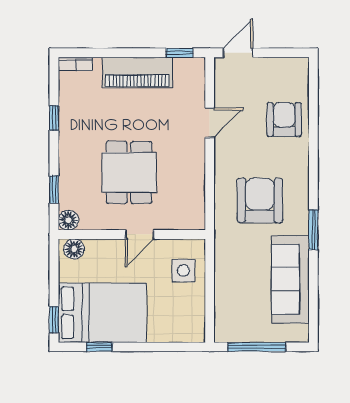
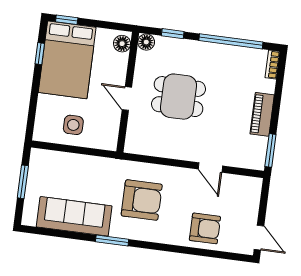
window: (179, 53) -> (270, 150), width x1.50
door: (238, 53) -> (259, 238), moved
piano: (137, 72) -> (262, 114), width x0.73, depth x0.75
window: (54, 118) -> (231, 41), width x3.17
side table: (183, 271) -> (73, 125), moved
window: (257, 347) -> (23, 182), width x0.69

